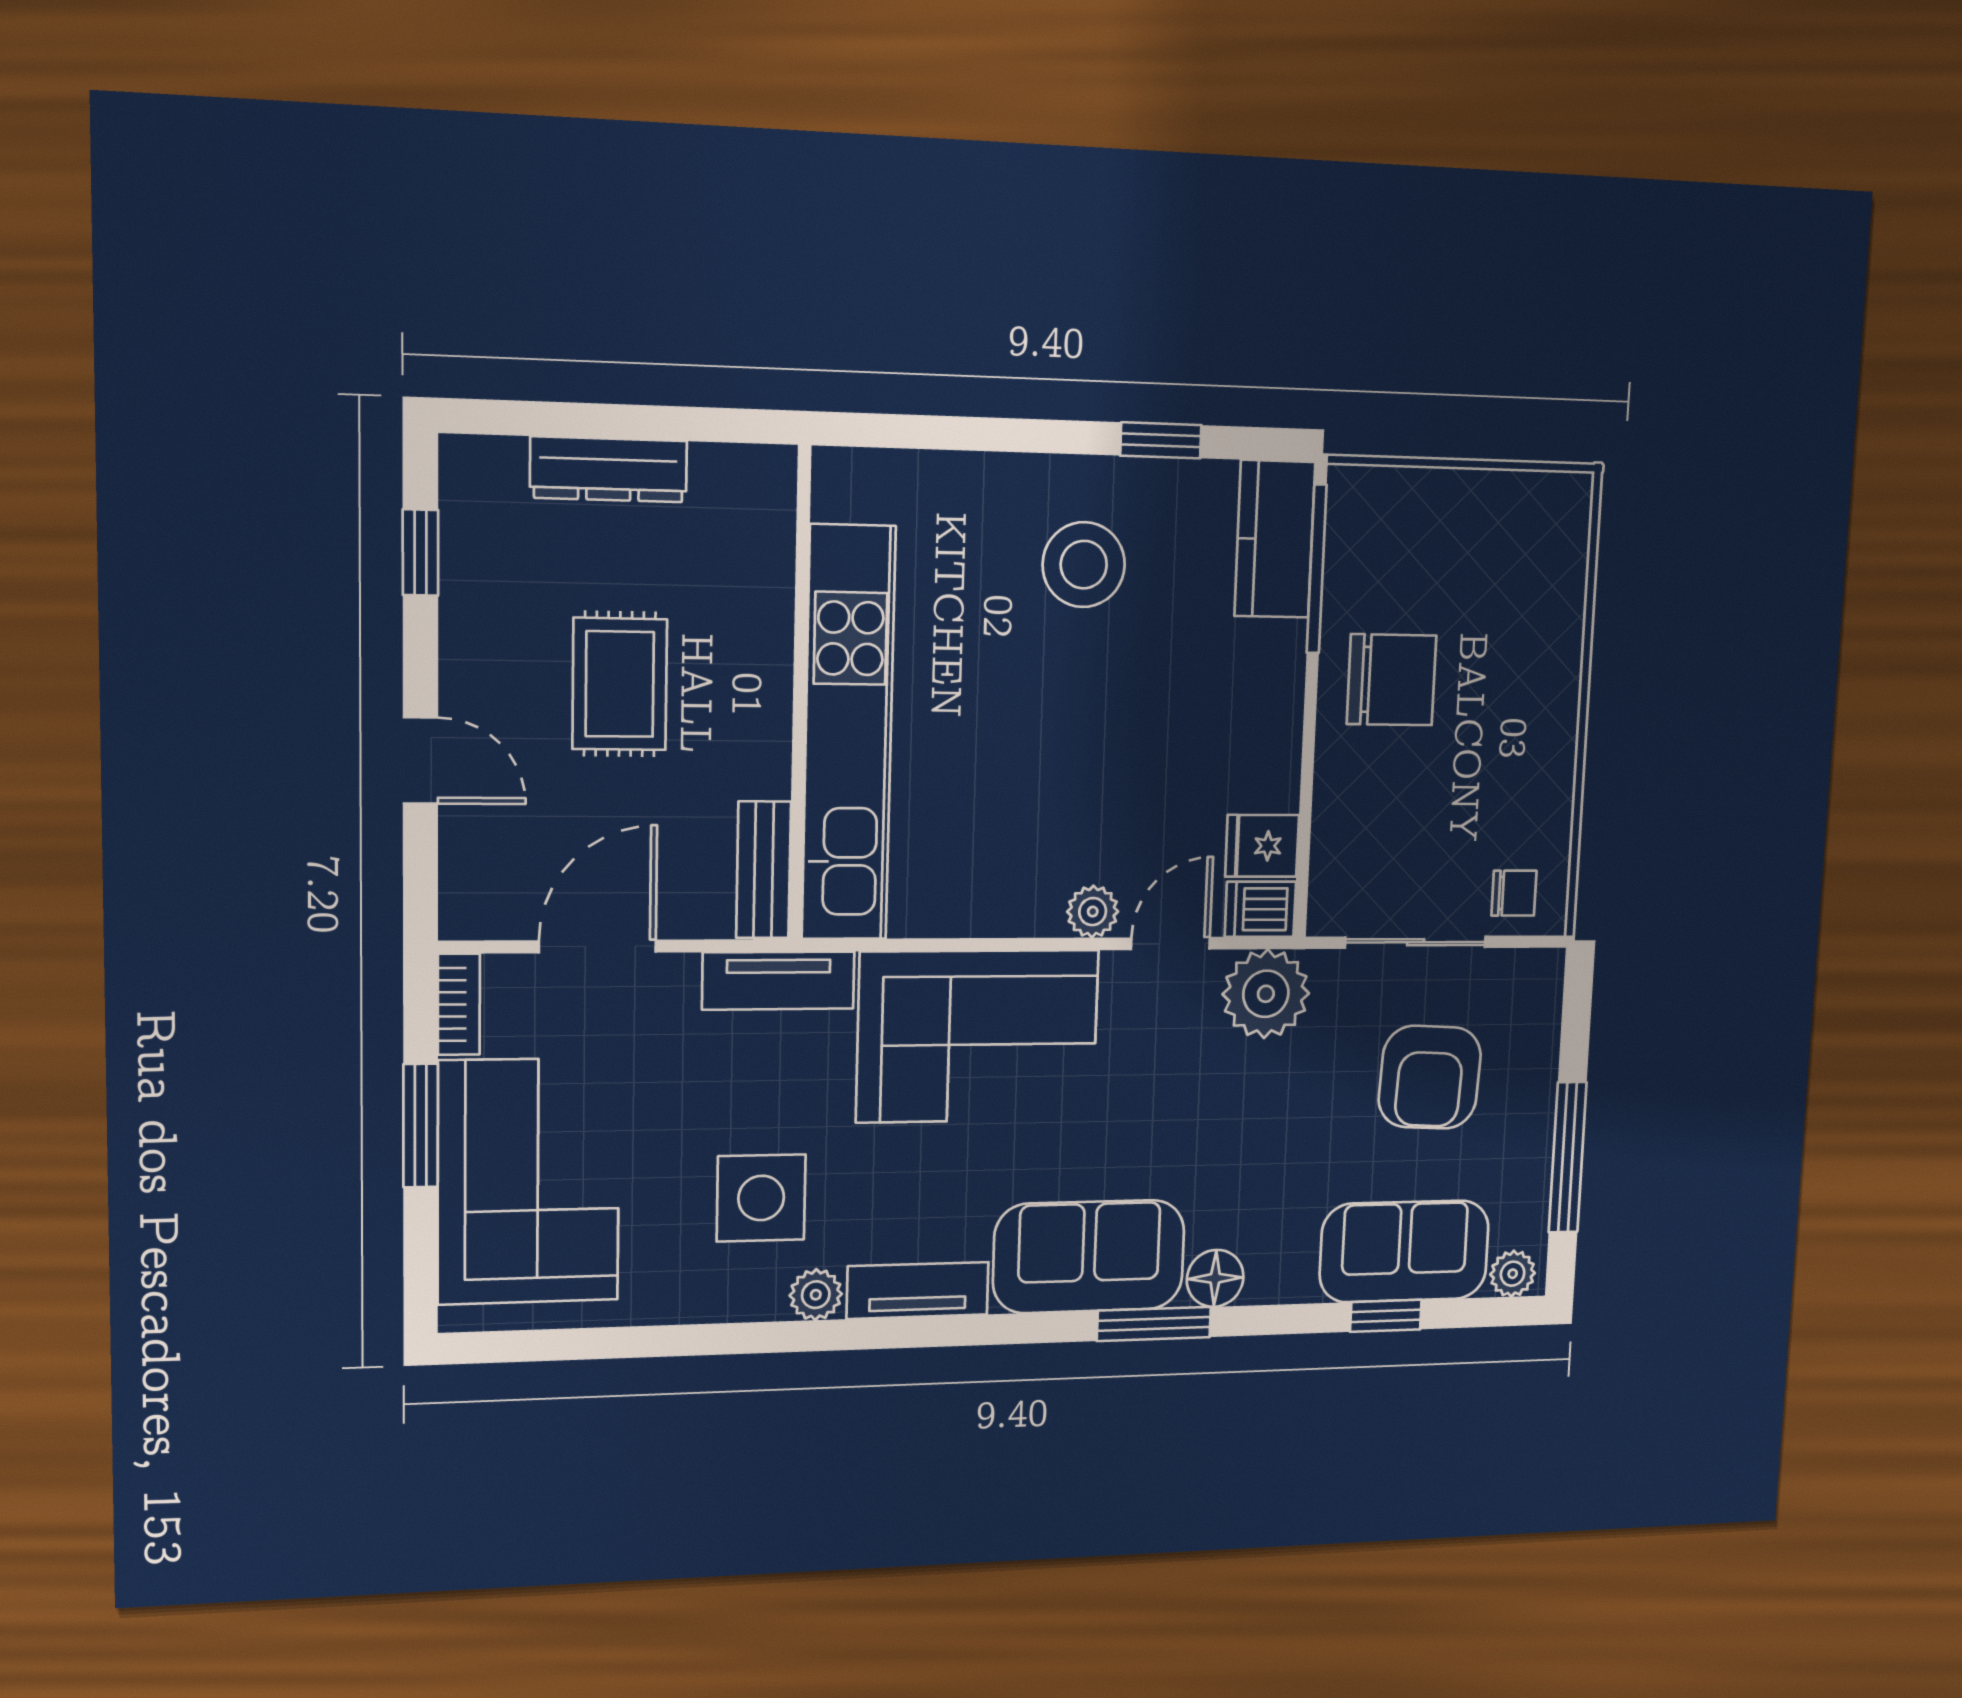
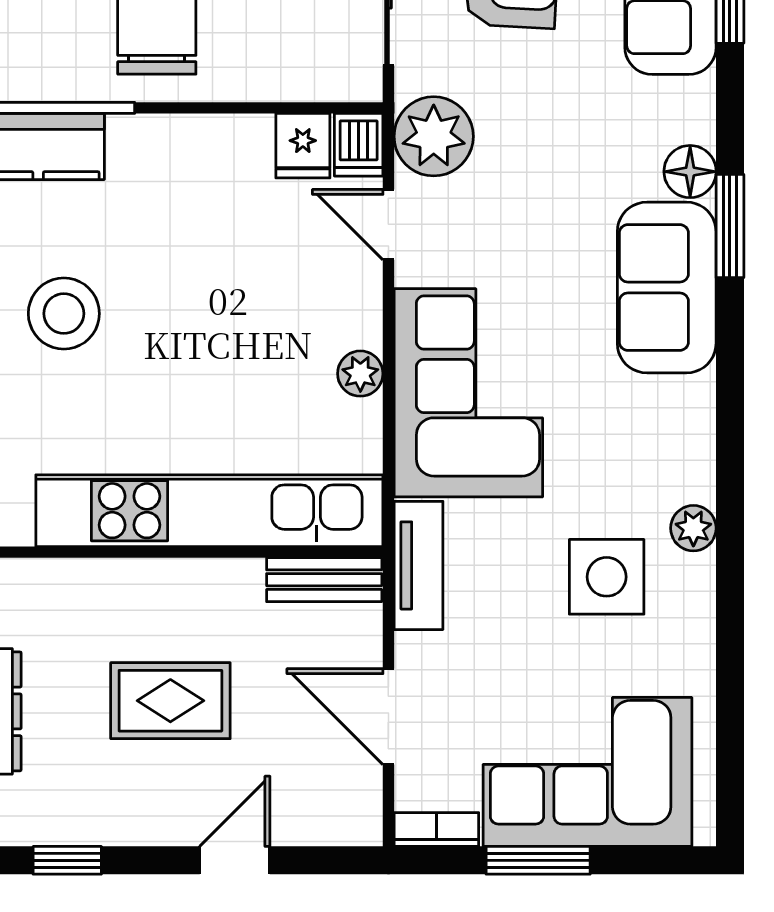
plant: (1093, 912) -> (360, 374), moved
tv unit: (918, 1290) -> (693, 439), removed

